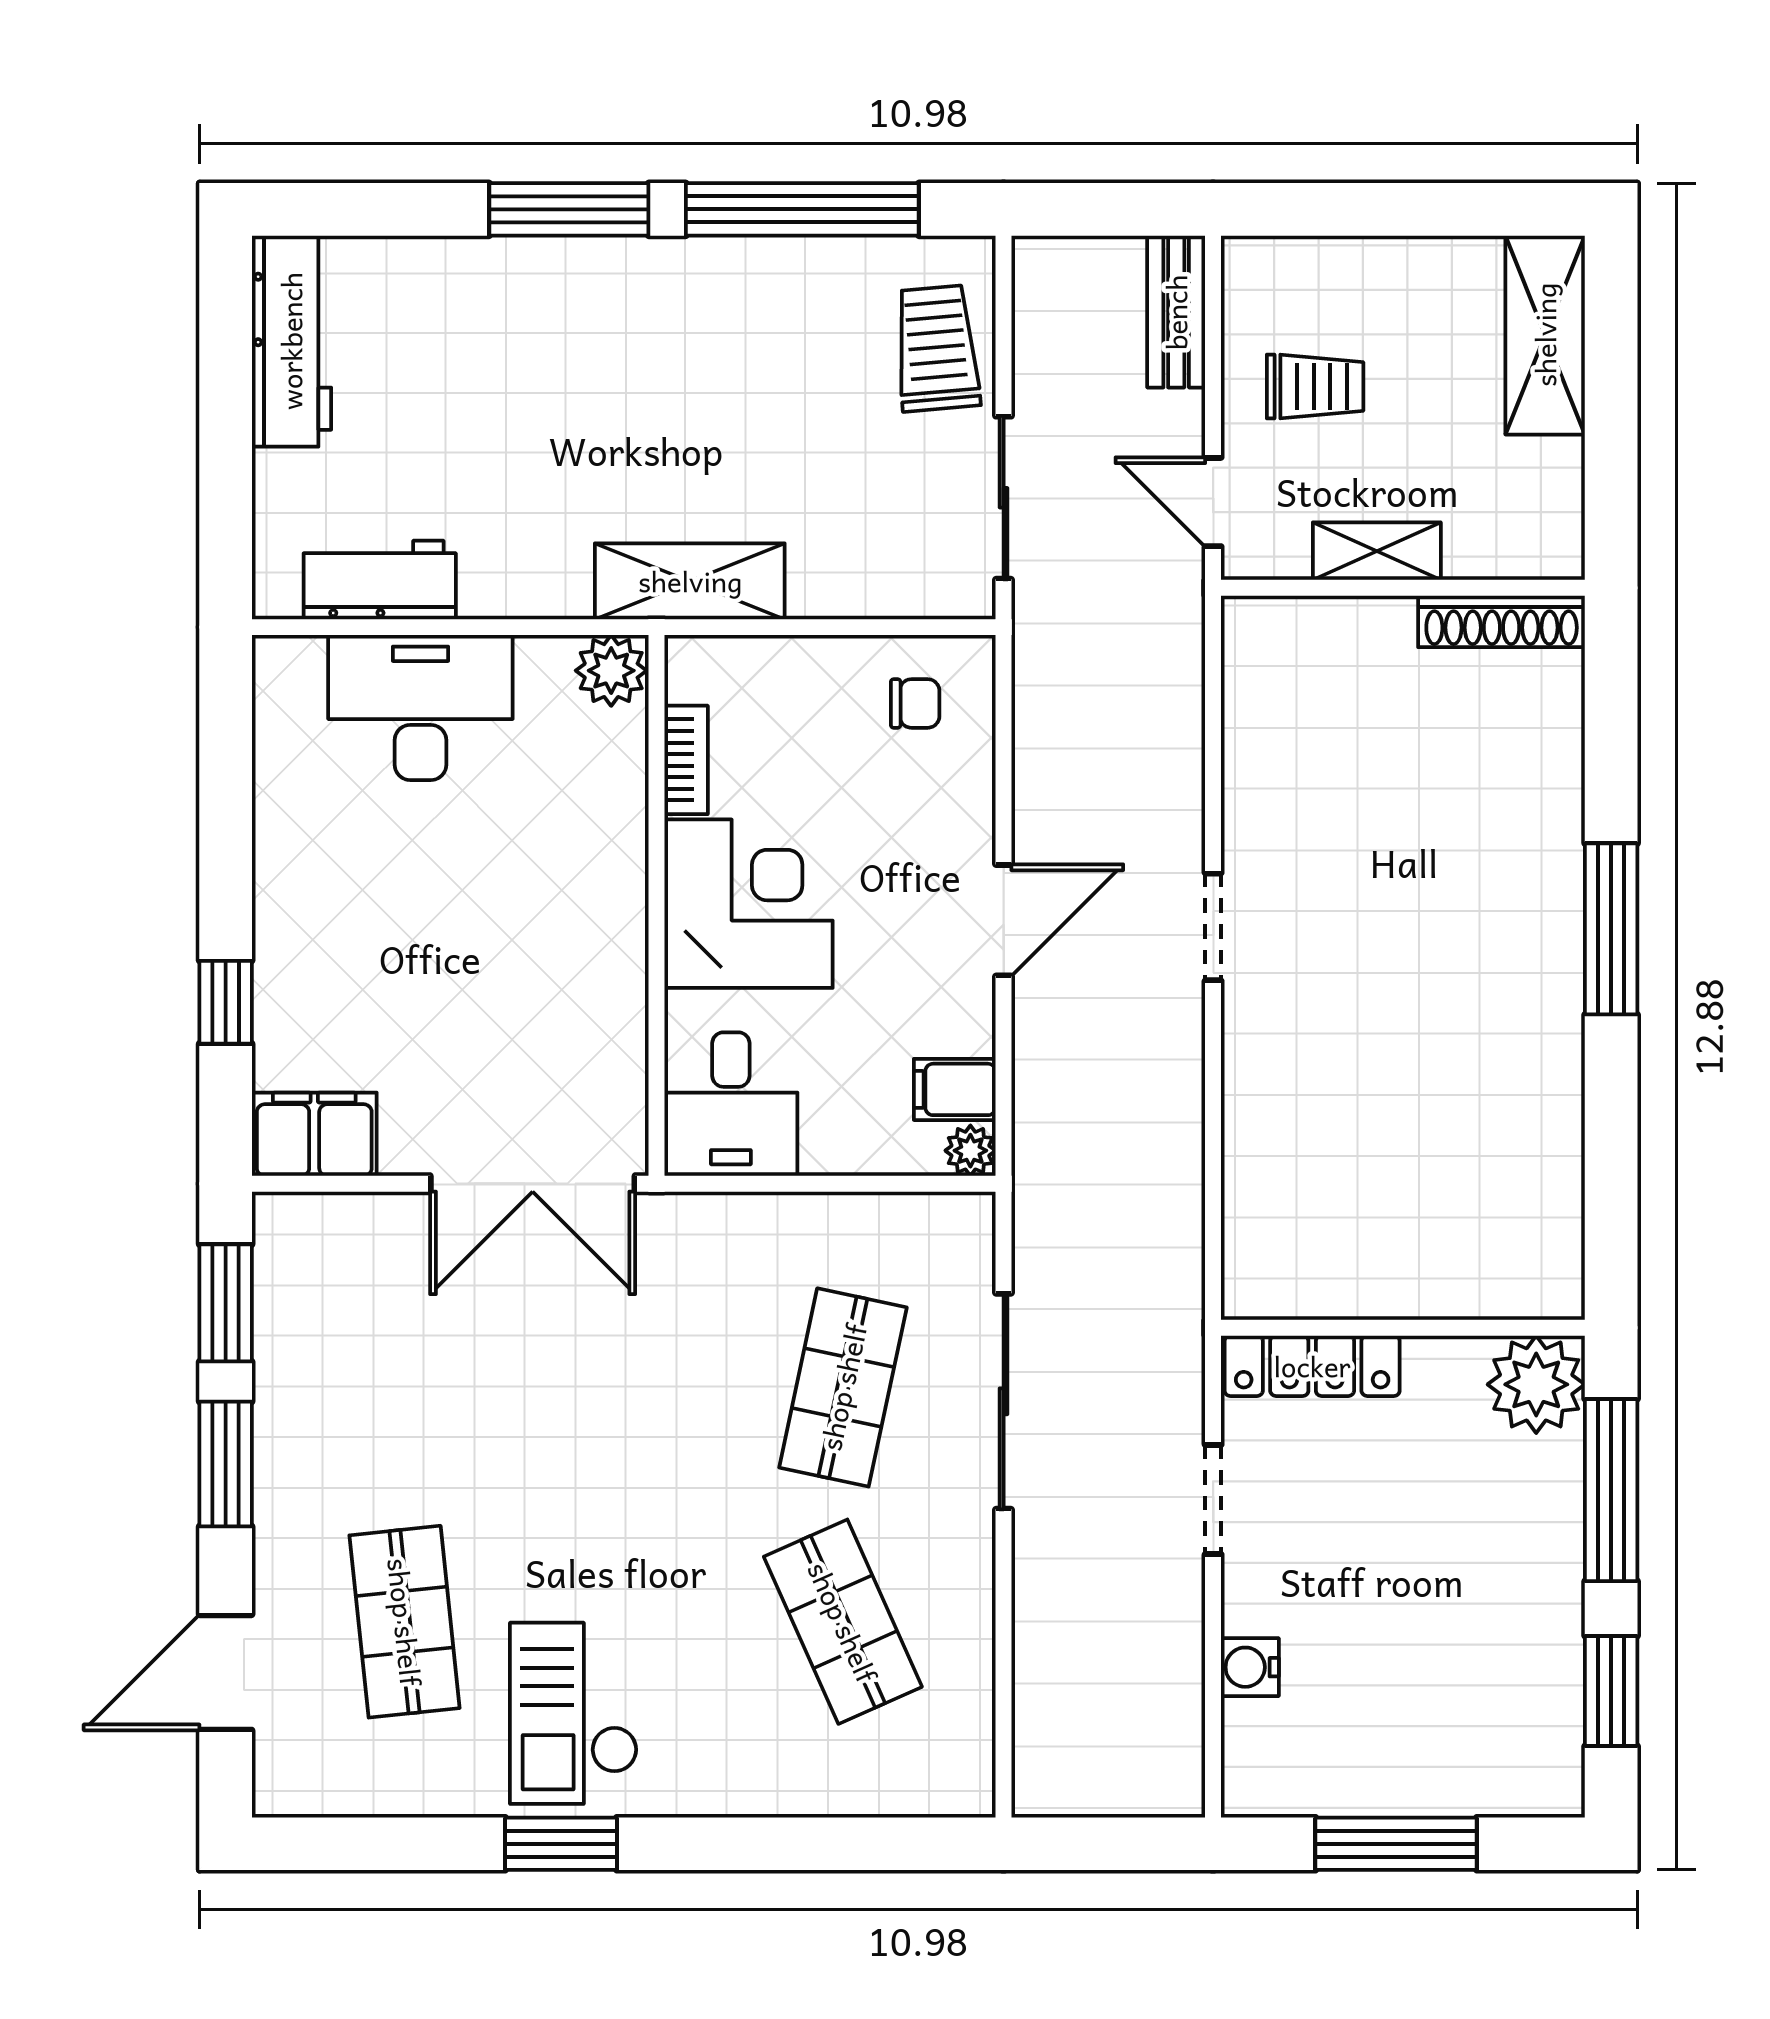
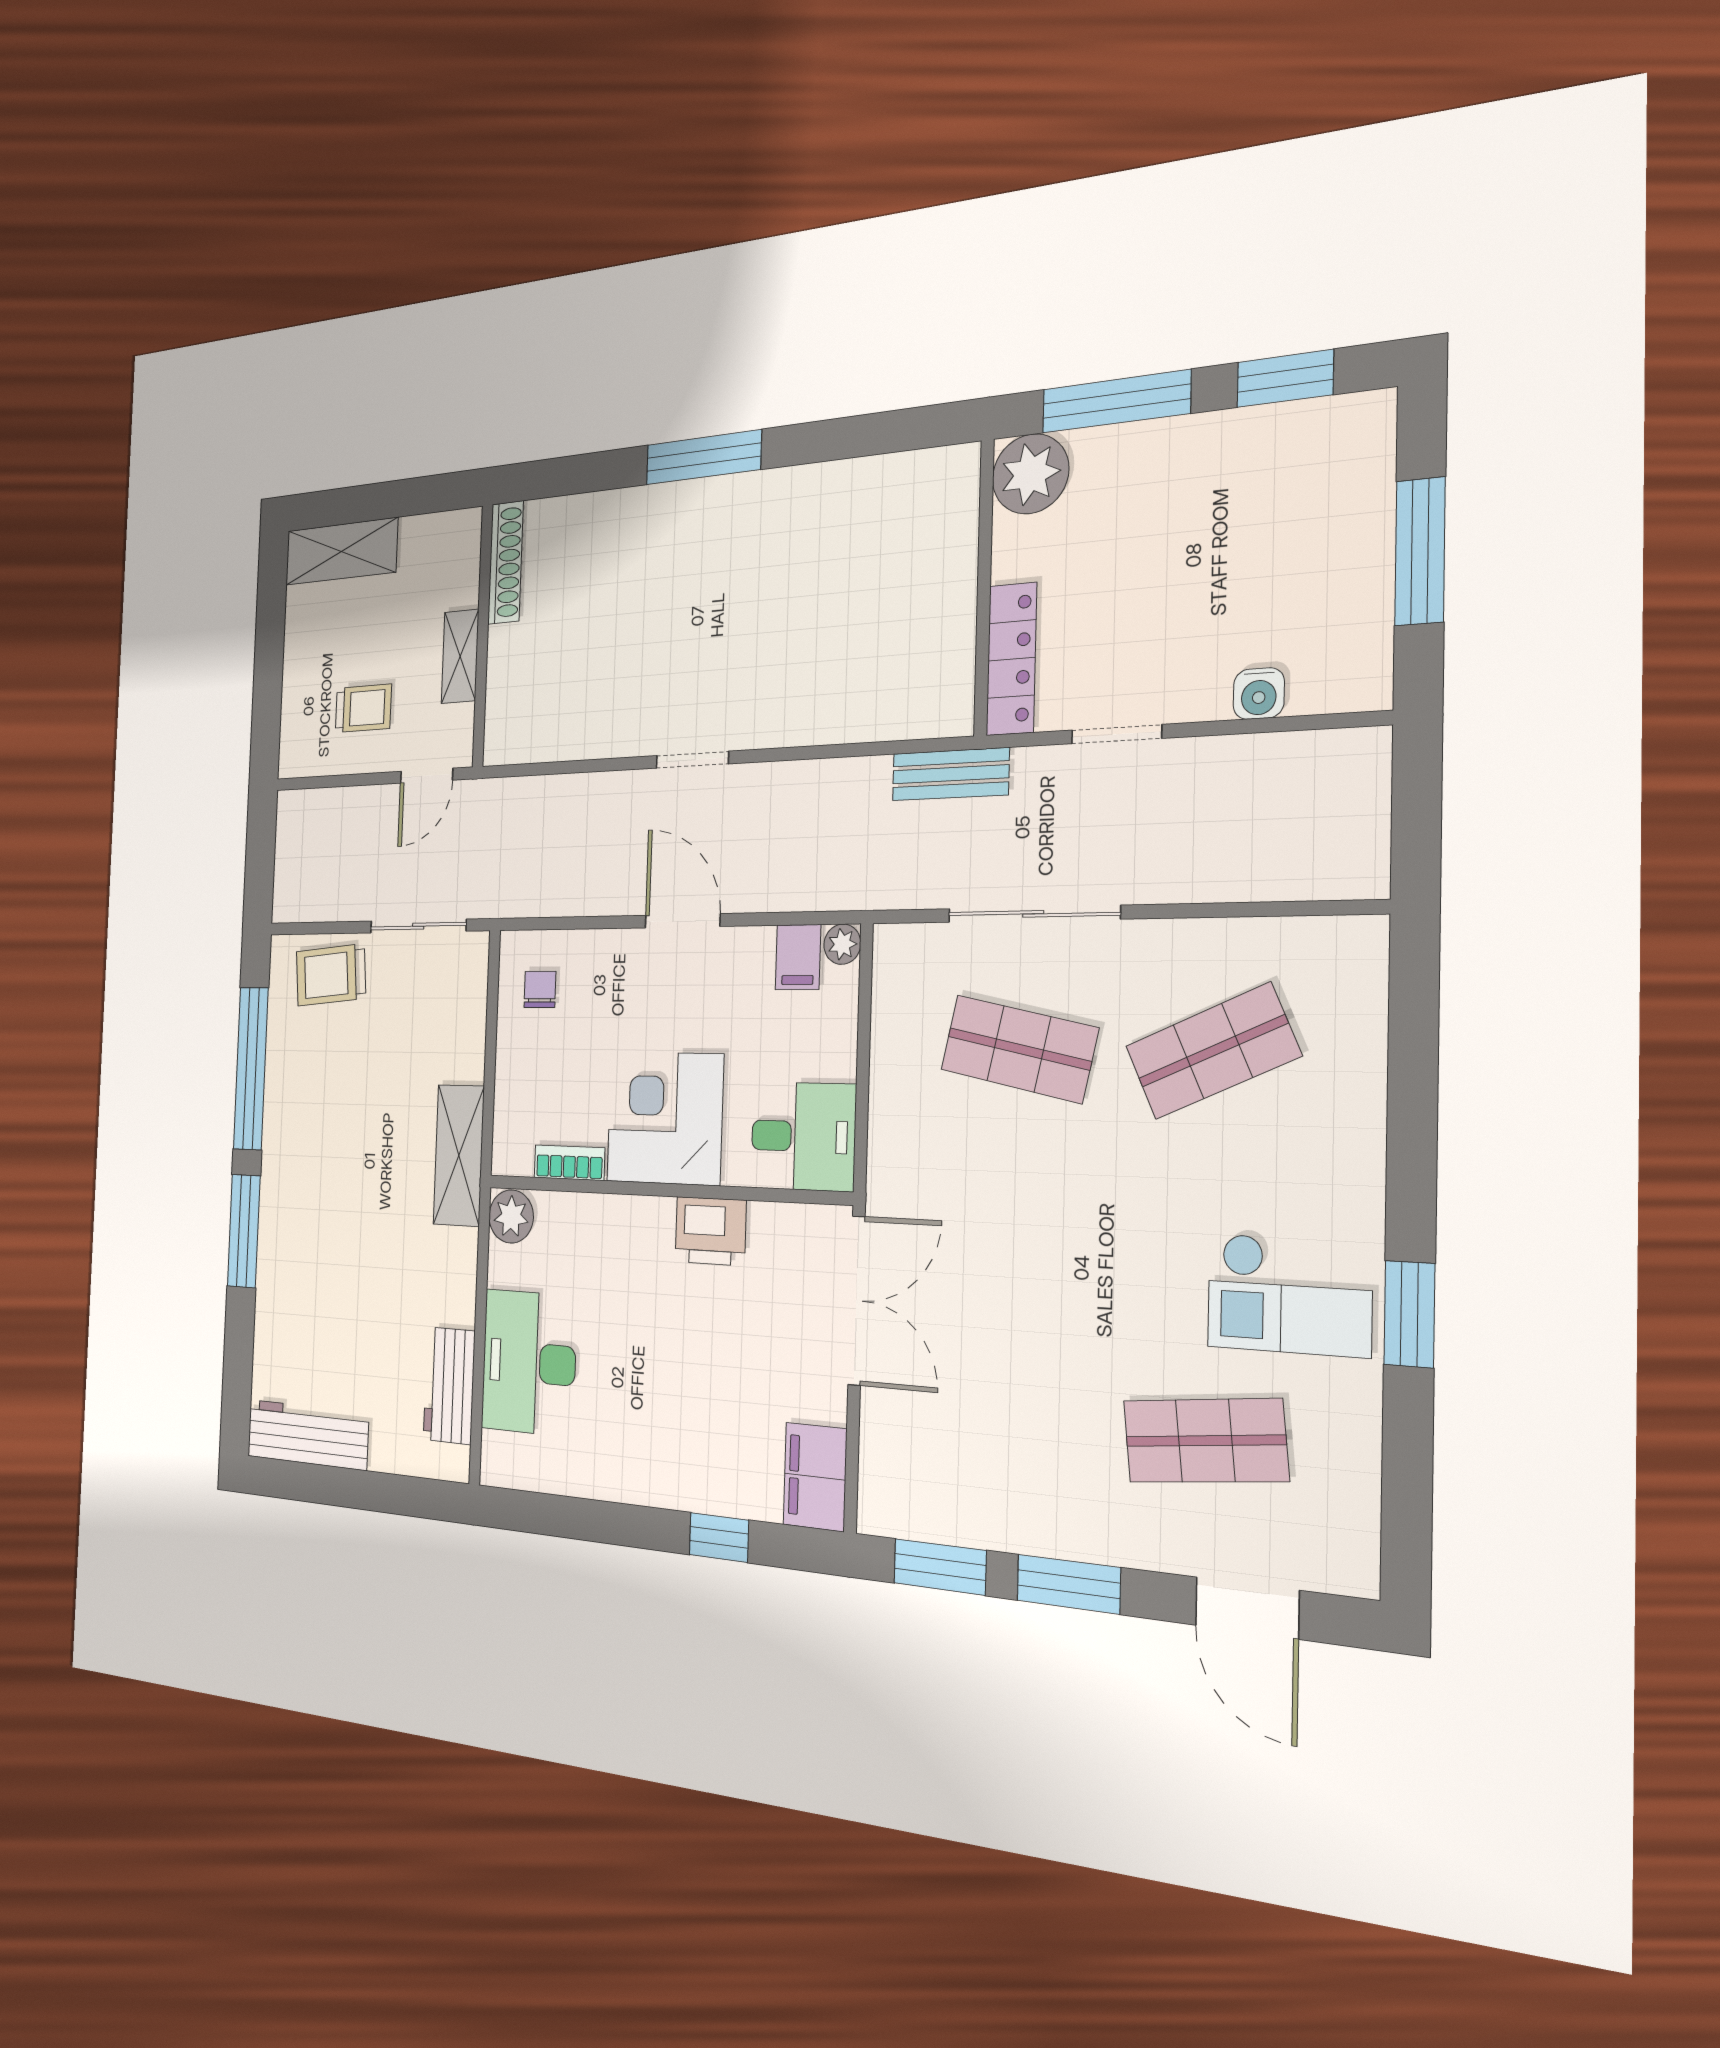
bench: (1176, 312) -> (950, 774), moved
trolley: (1315, 387) -> (363, 708), turned 90
printer: (607, 976) -> (711, 1231), added

